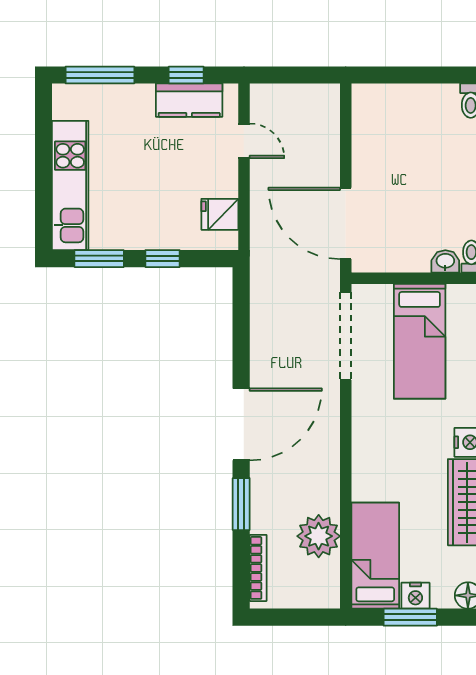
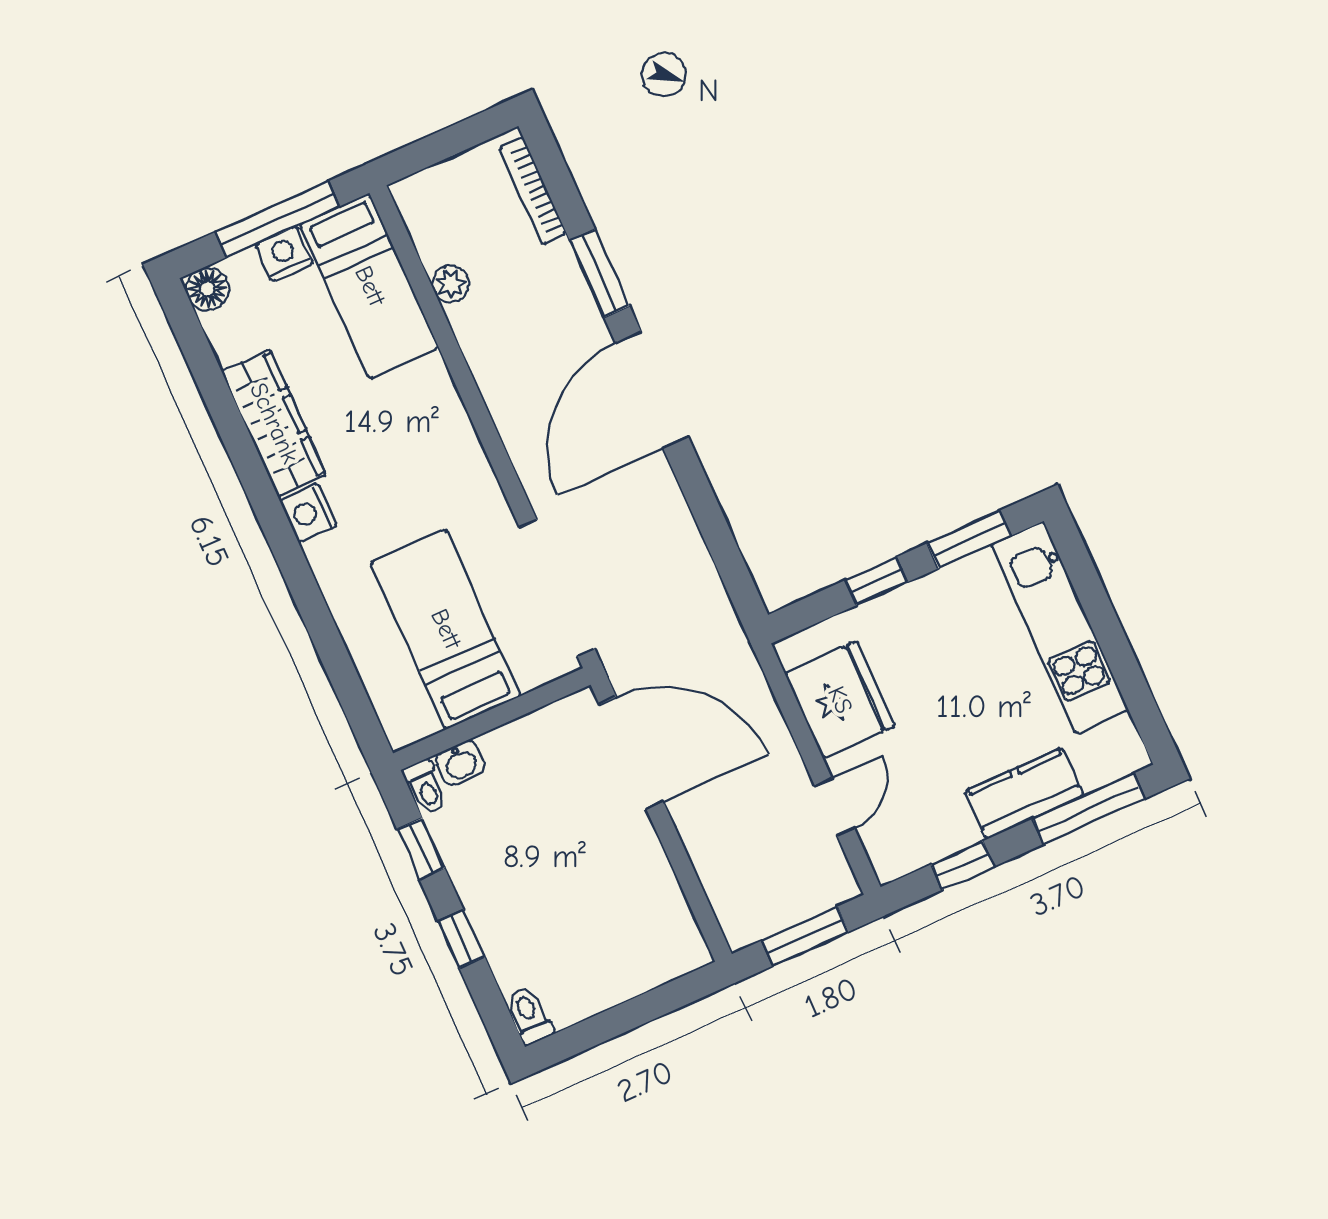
window: (294, 75) -> (805, 936), added
kitchen counter: (189, 100) -> (1024, 794), moved
door: (244, 141) -> (835, 807), swing flipped
fridge: (220, 214) -> (840, 700), width x1.88, depth x1.34
plant: (319, 536) -> (451, 284), width x0.53, depth x0.53
window: (410, 617) -> (278, 219), width x1.44

